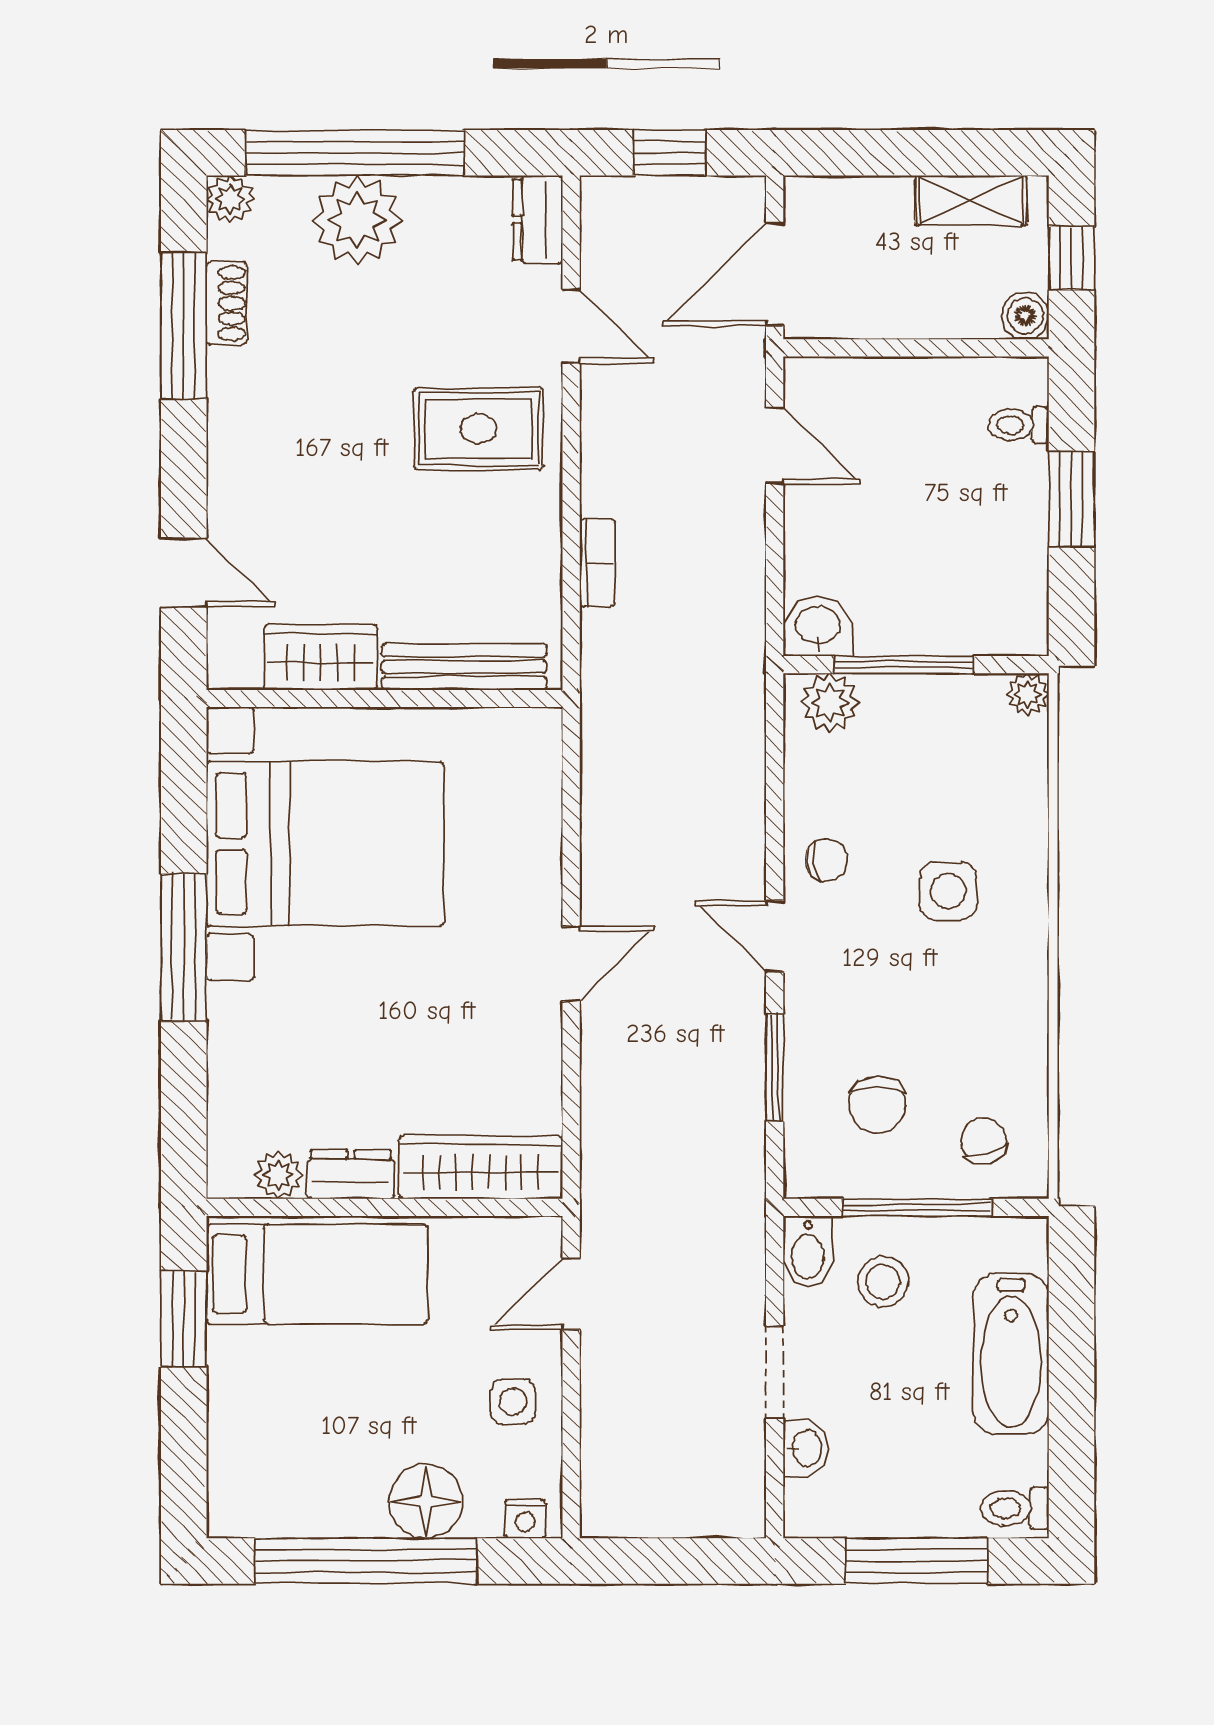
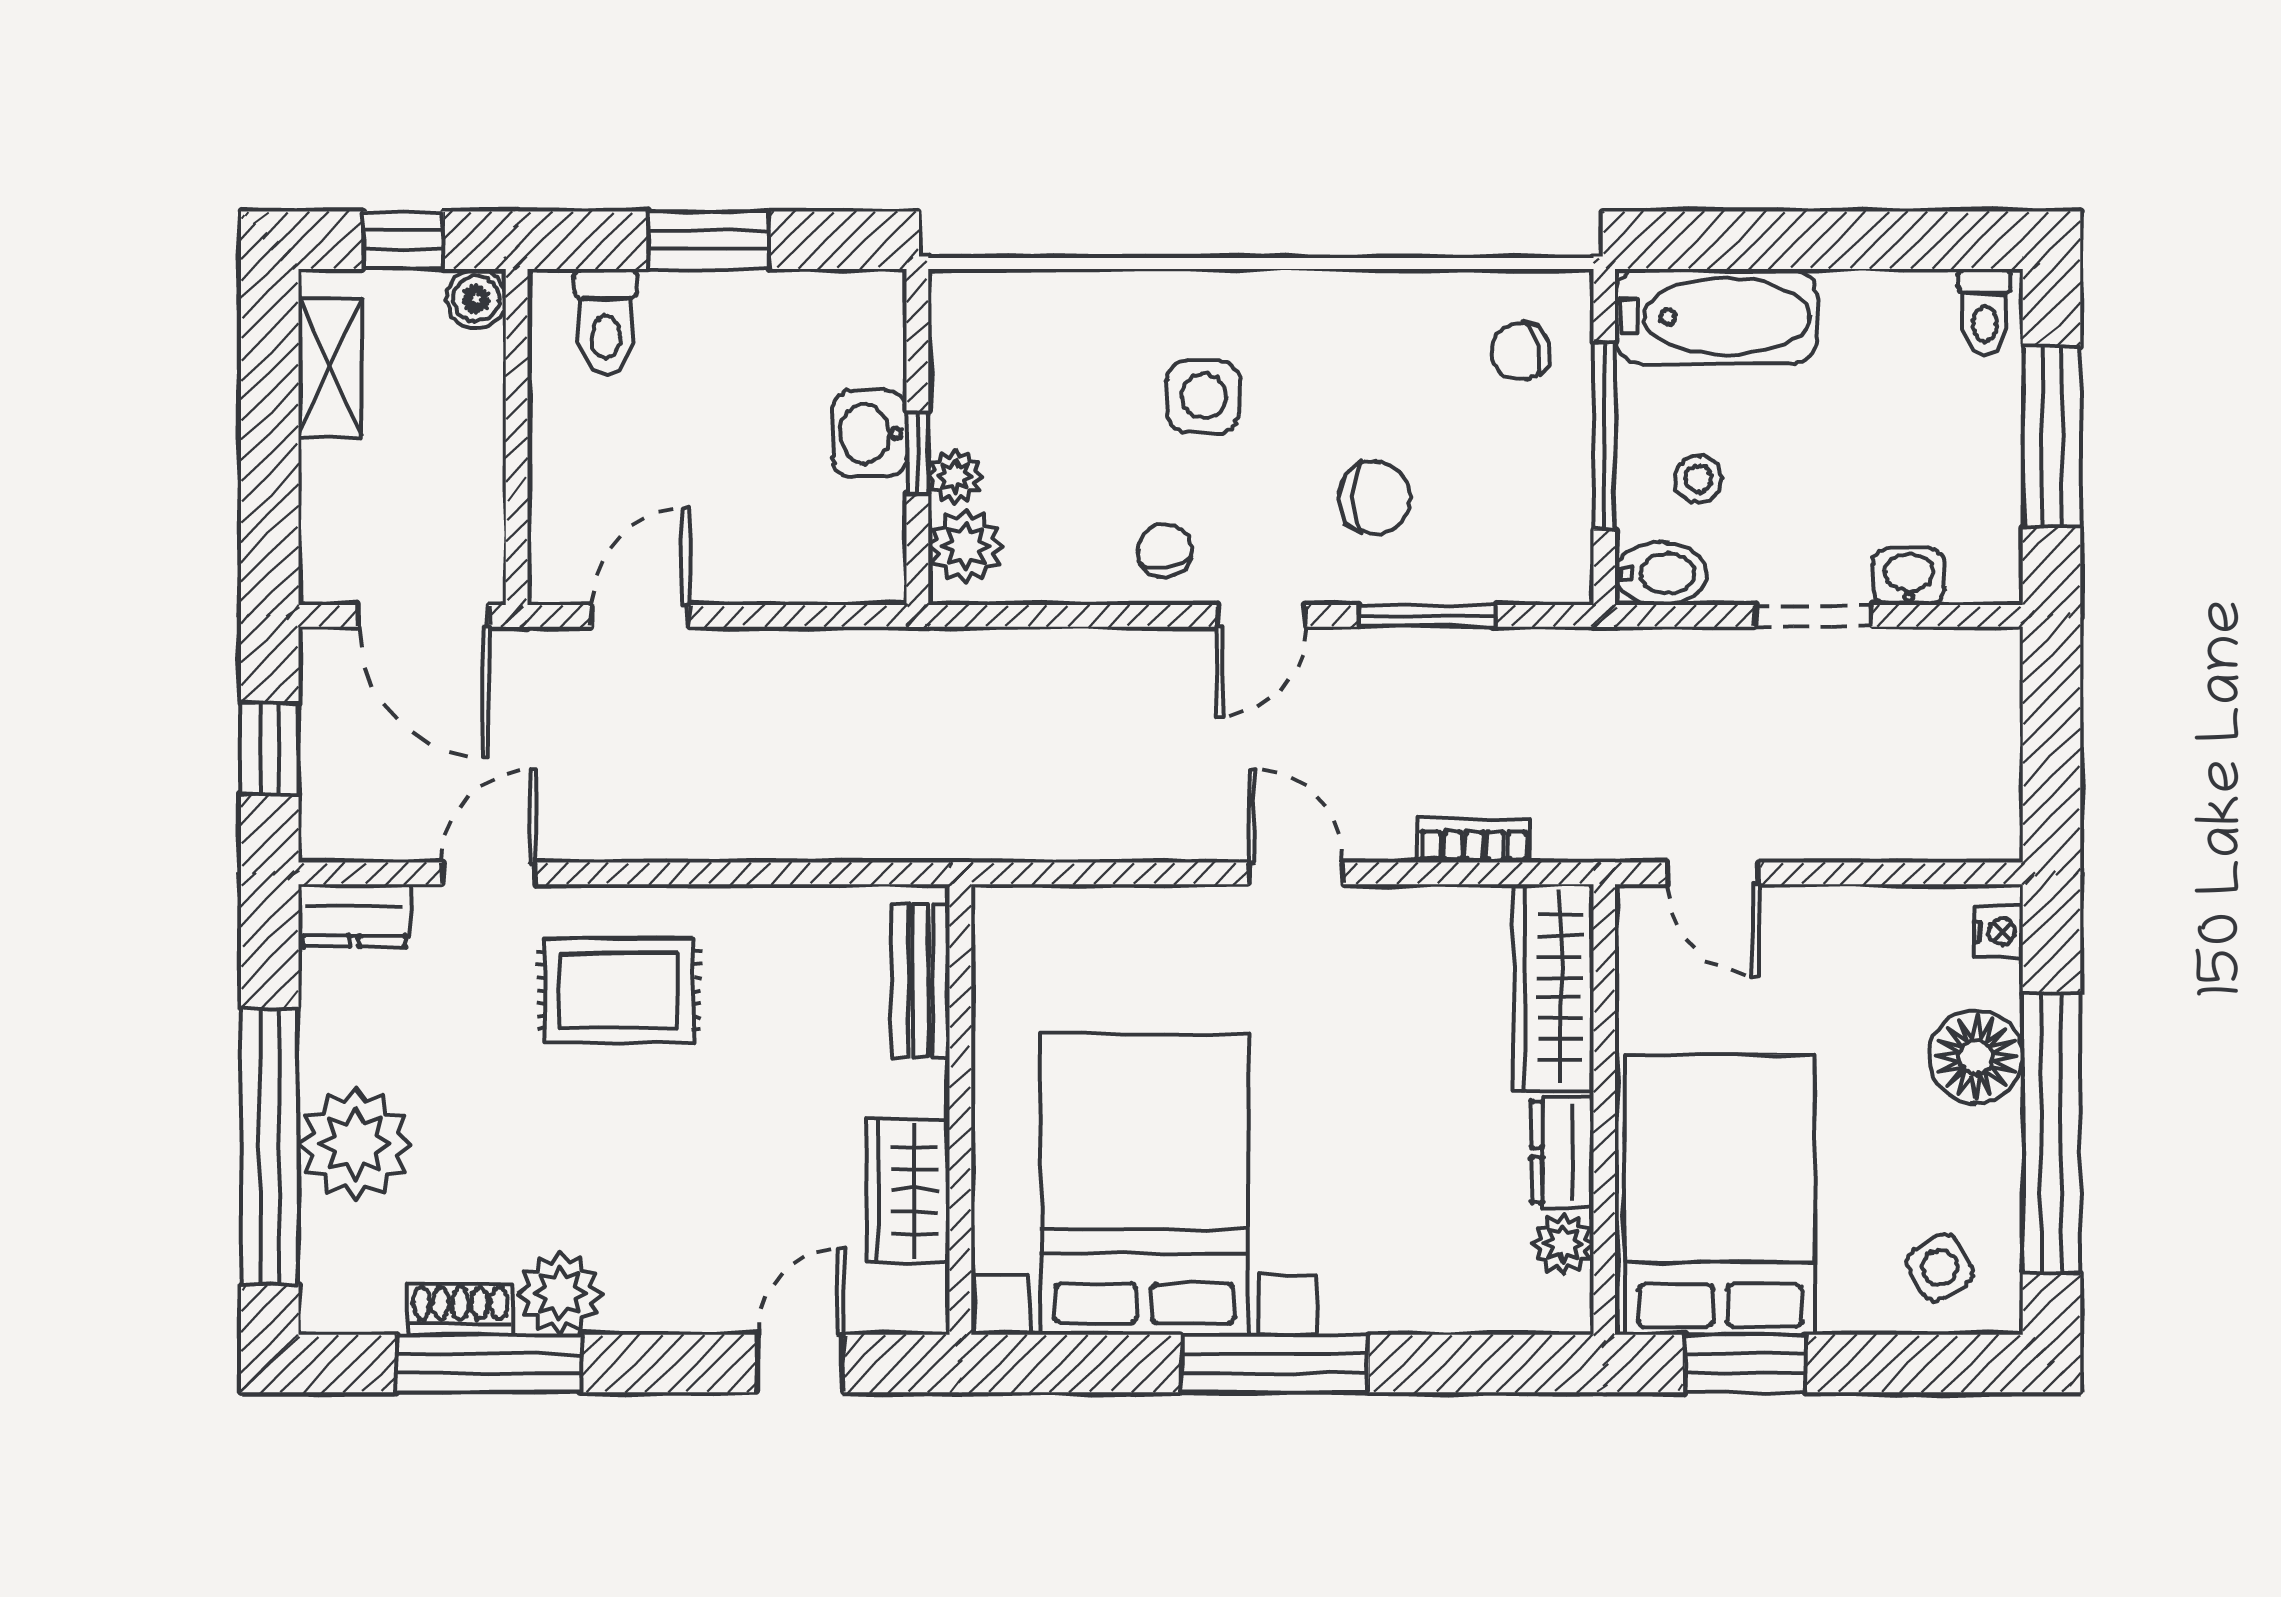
plant: (230, 199) -> (560, 1293), moved, width x1.38, depth x1.38
toilet: (1019, 425) -> (606, 322), width x1.37, depth x1.39
rug: (478, 429) -> (619, 991), turned 90
bookcase: (597, 563) -> (1474, 840), moved
washbasin: (818, 627) -> (869, 434), moved
window: (904, 665) -> (917, 453), width x0.46
bench: (464, 667) -> (920, 981), width x0.73
plant: (1028, 694) -> (955, 476), moved
chair: (877, 1105) -> (1375, 497), moved
bed: (317, 1274) -> (1720, 1195), width x1.50
stool: (883, 1282) -> (1698, 479), width x0.73, depth x0.73
bathtub: (1011, 1354) -> (1716, 317), moved
side table: (513, 1402) -> (1940, 1268), moved, turned -31

